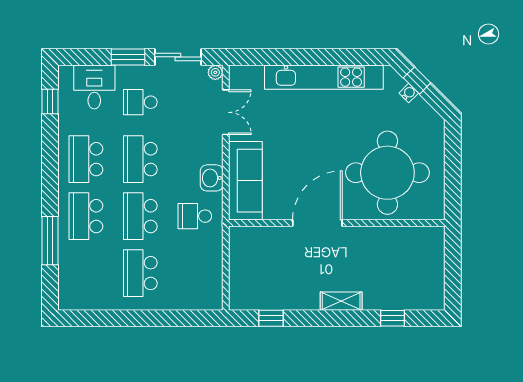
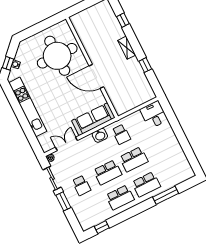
desk: (94, 87) -> (154, 115), moved, turned 90
school desk: (140, 273) -> (160, 146), removed
window: (271, 318) -> (145, 65), moved

